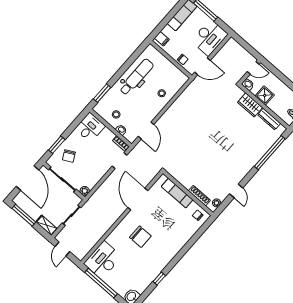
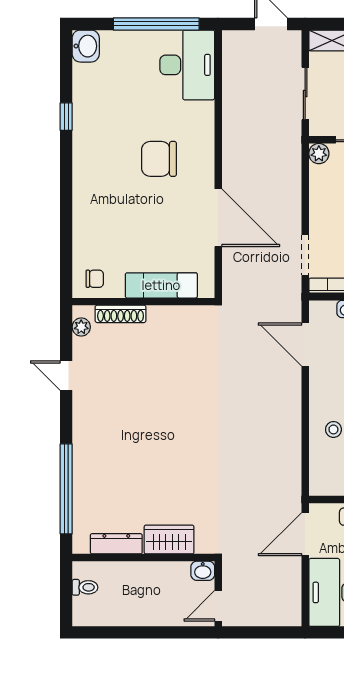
shower: (265, 95) -> (159, 577), removed

